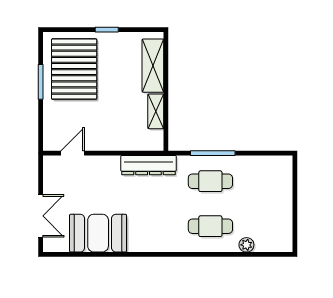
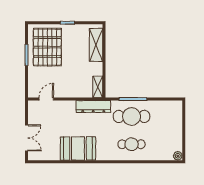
shelving: (156, 111) -> (98, 87), moved
cafe table: (210, 181) -> (132, 116), width x1.37, depth x1.35
booth: (98, 233) -> (78, 149), moved
plant: (246, 245) -> (178, 156), moved

